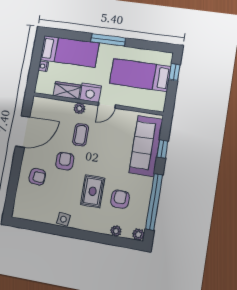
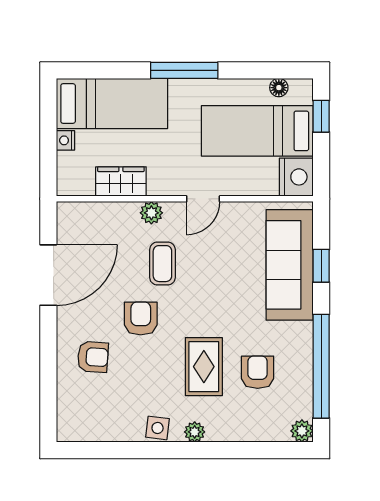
floor lamp: (155, 55) -> (279, 88), added
nightstand: (90, 93) -> (296, 177), moved, turned -90
plant: (116, 231) -> (195, 432), moved

